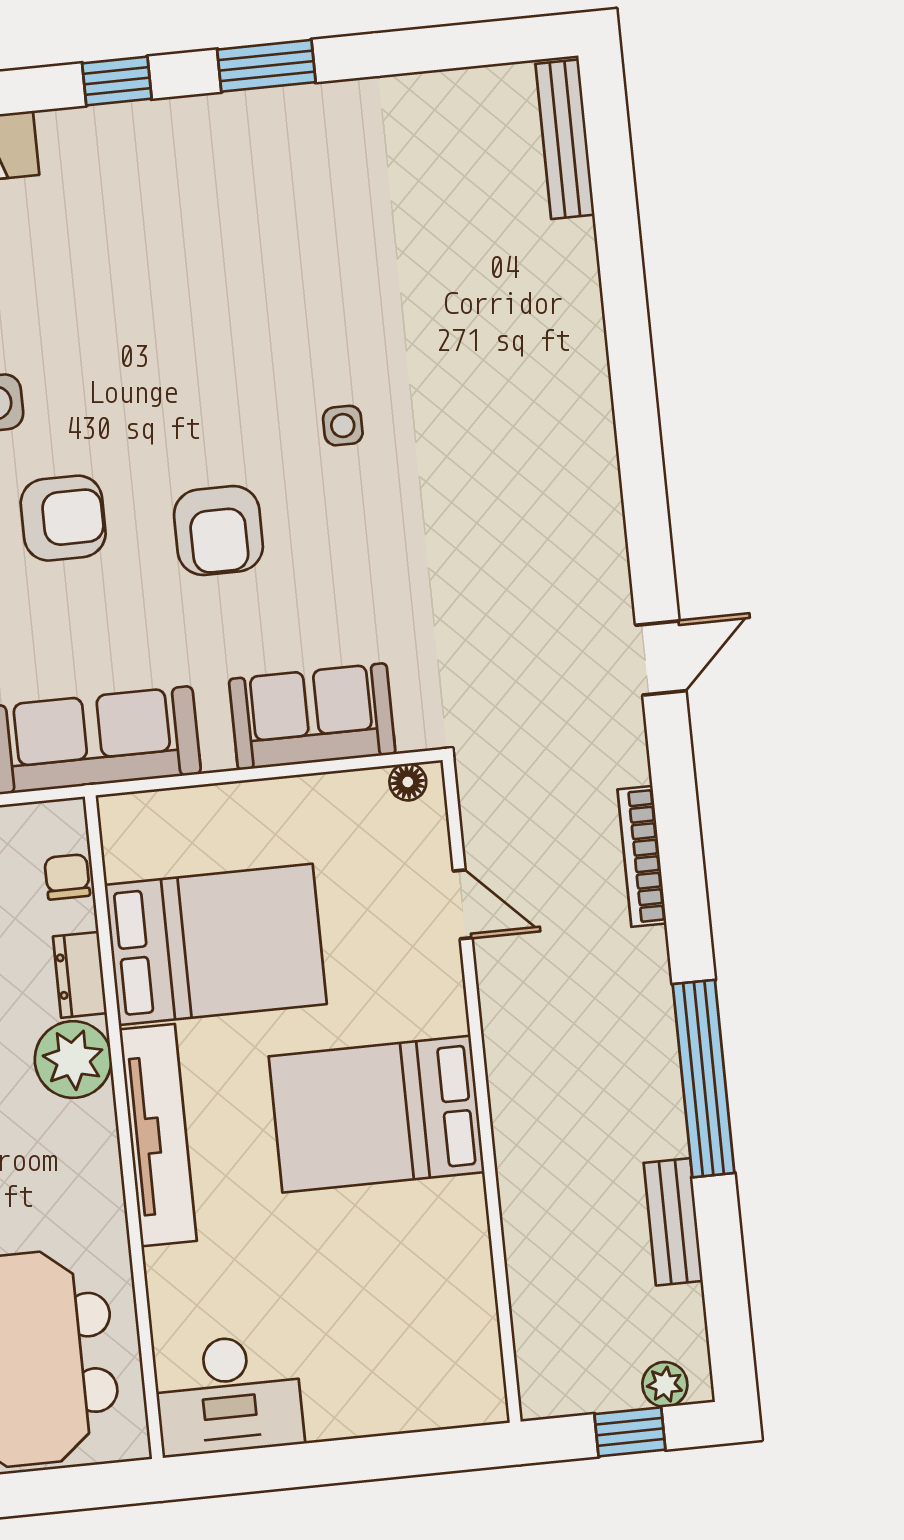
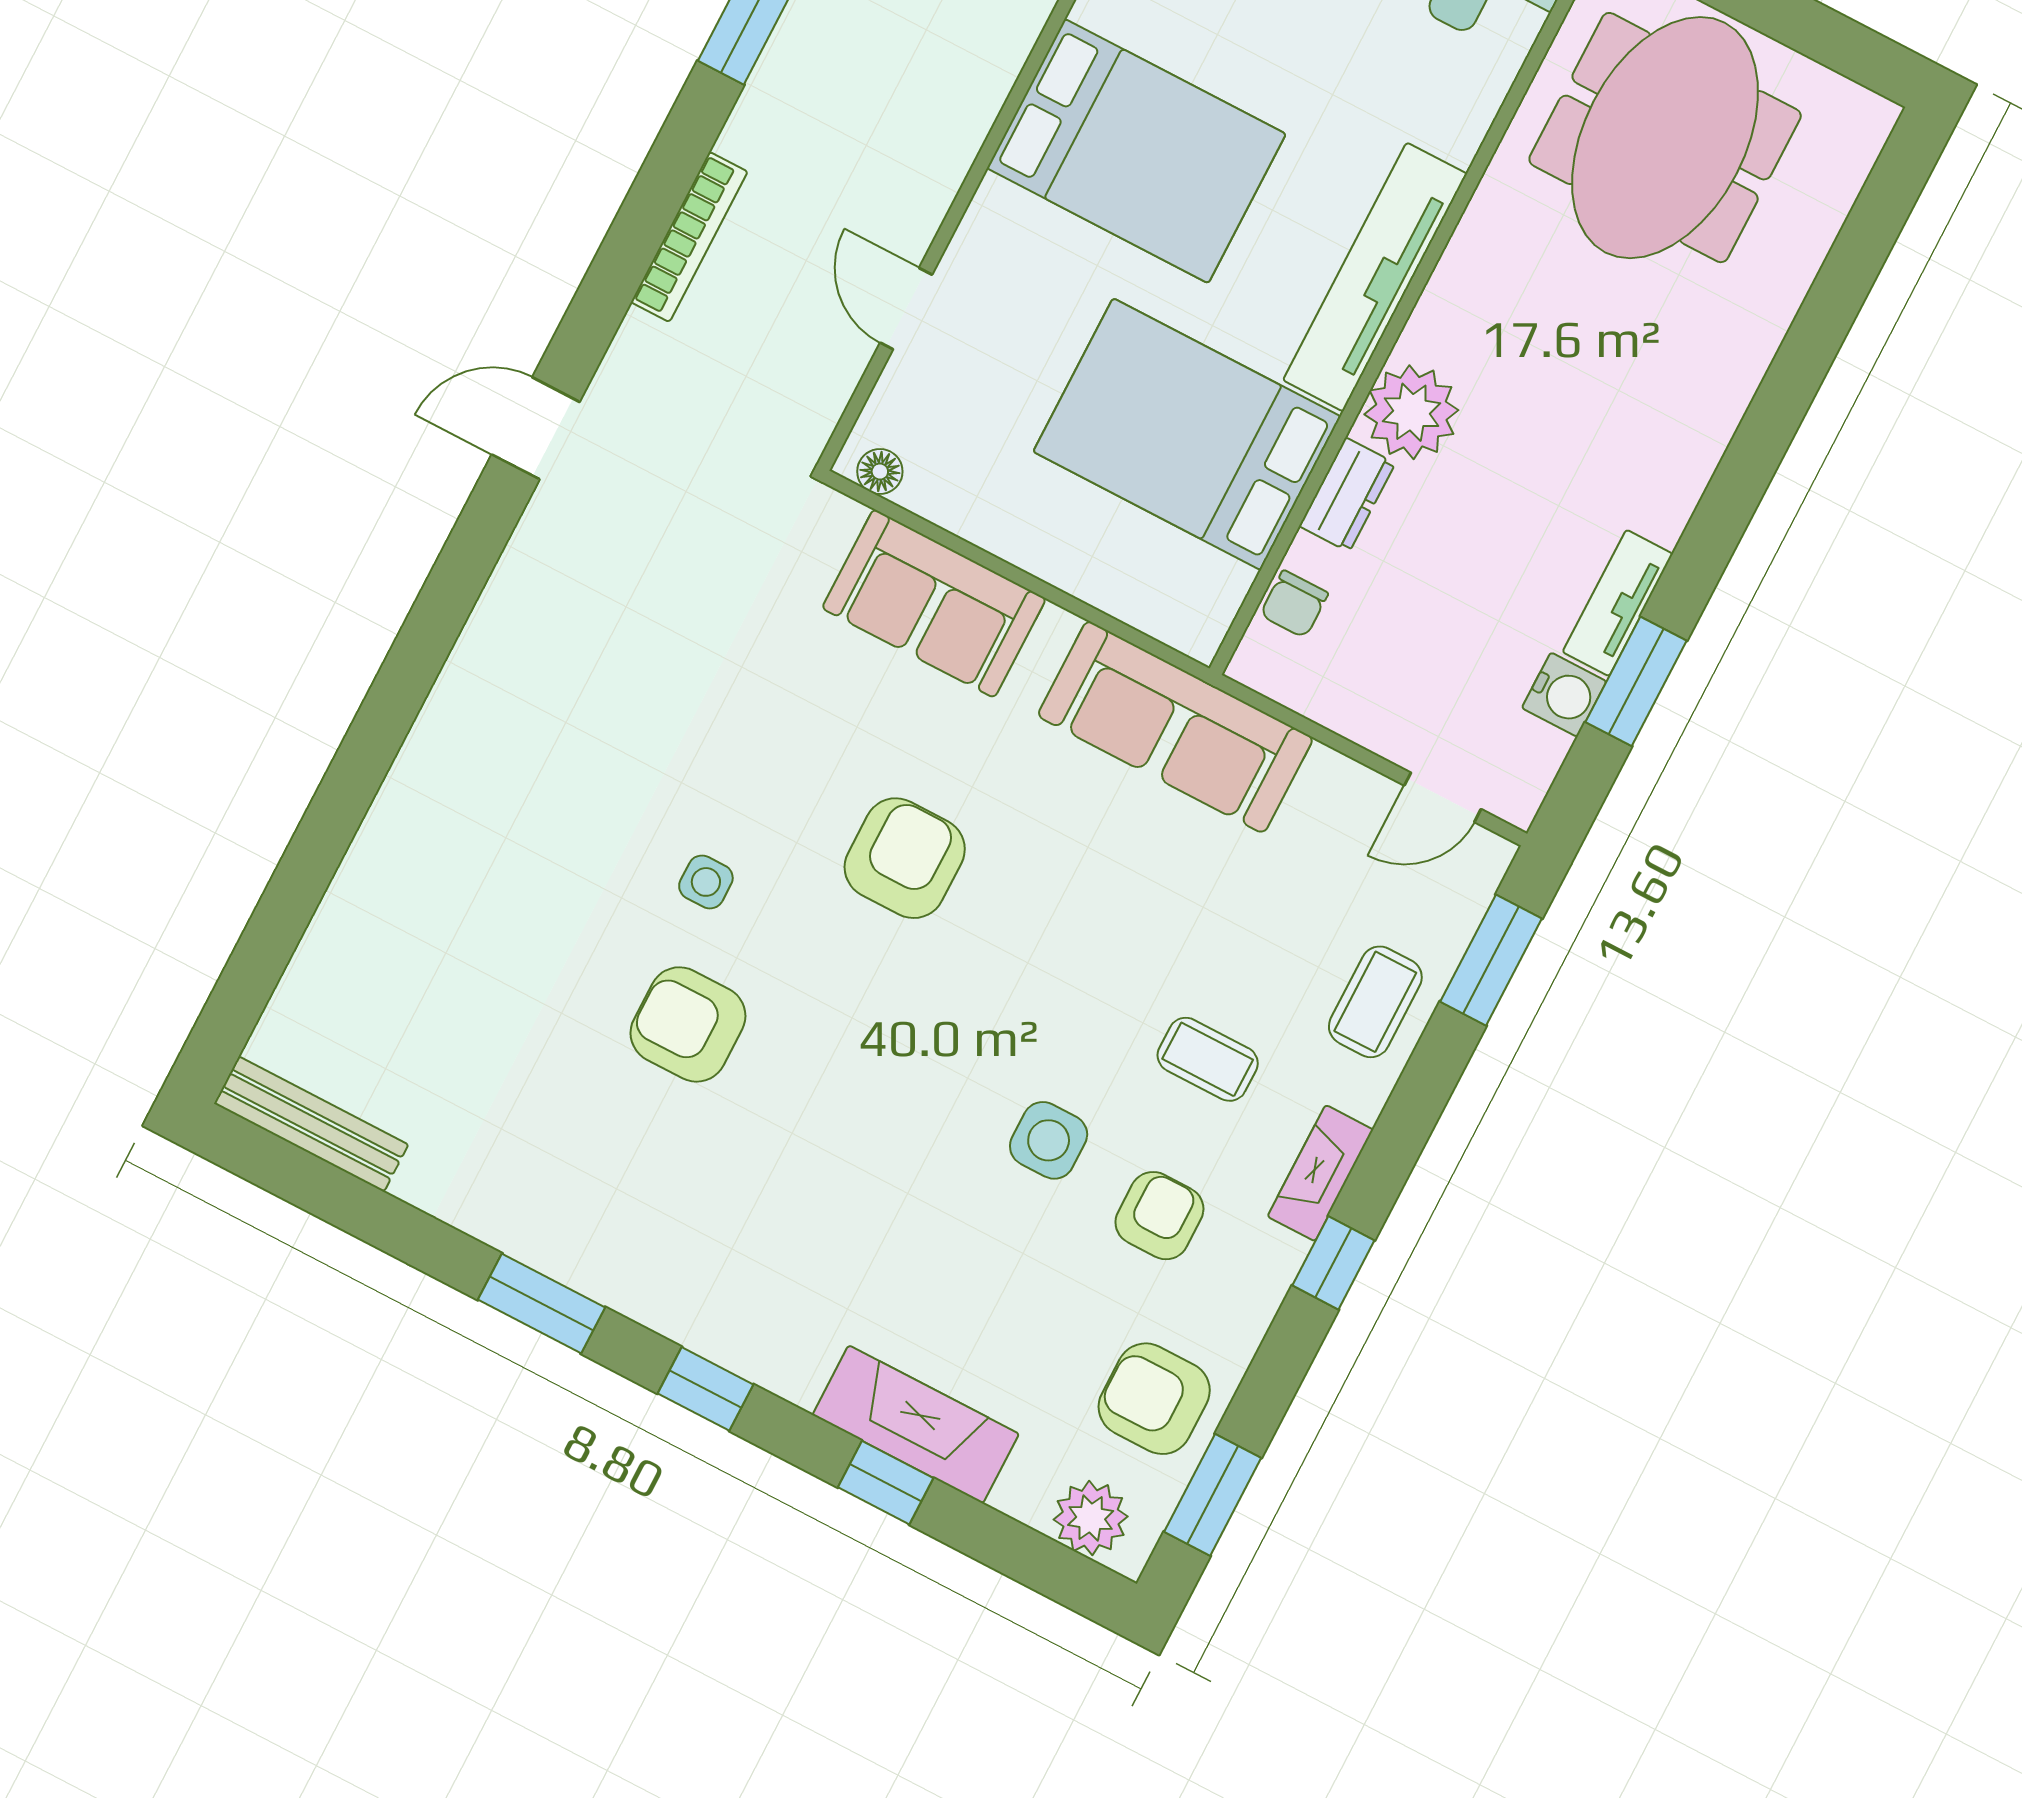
bench: (565, 139) -> (311, 1124), moved, turned 90
armchair: (63, 518) -> (688, 1024), moved

